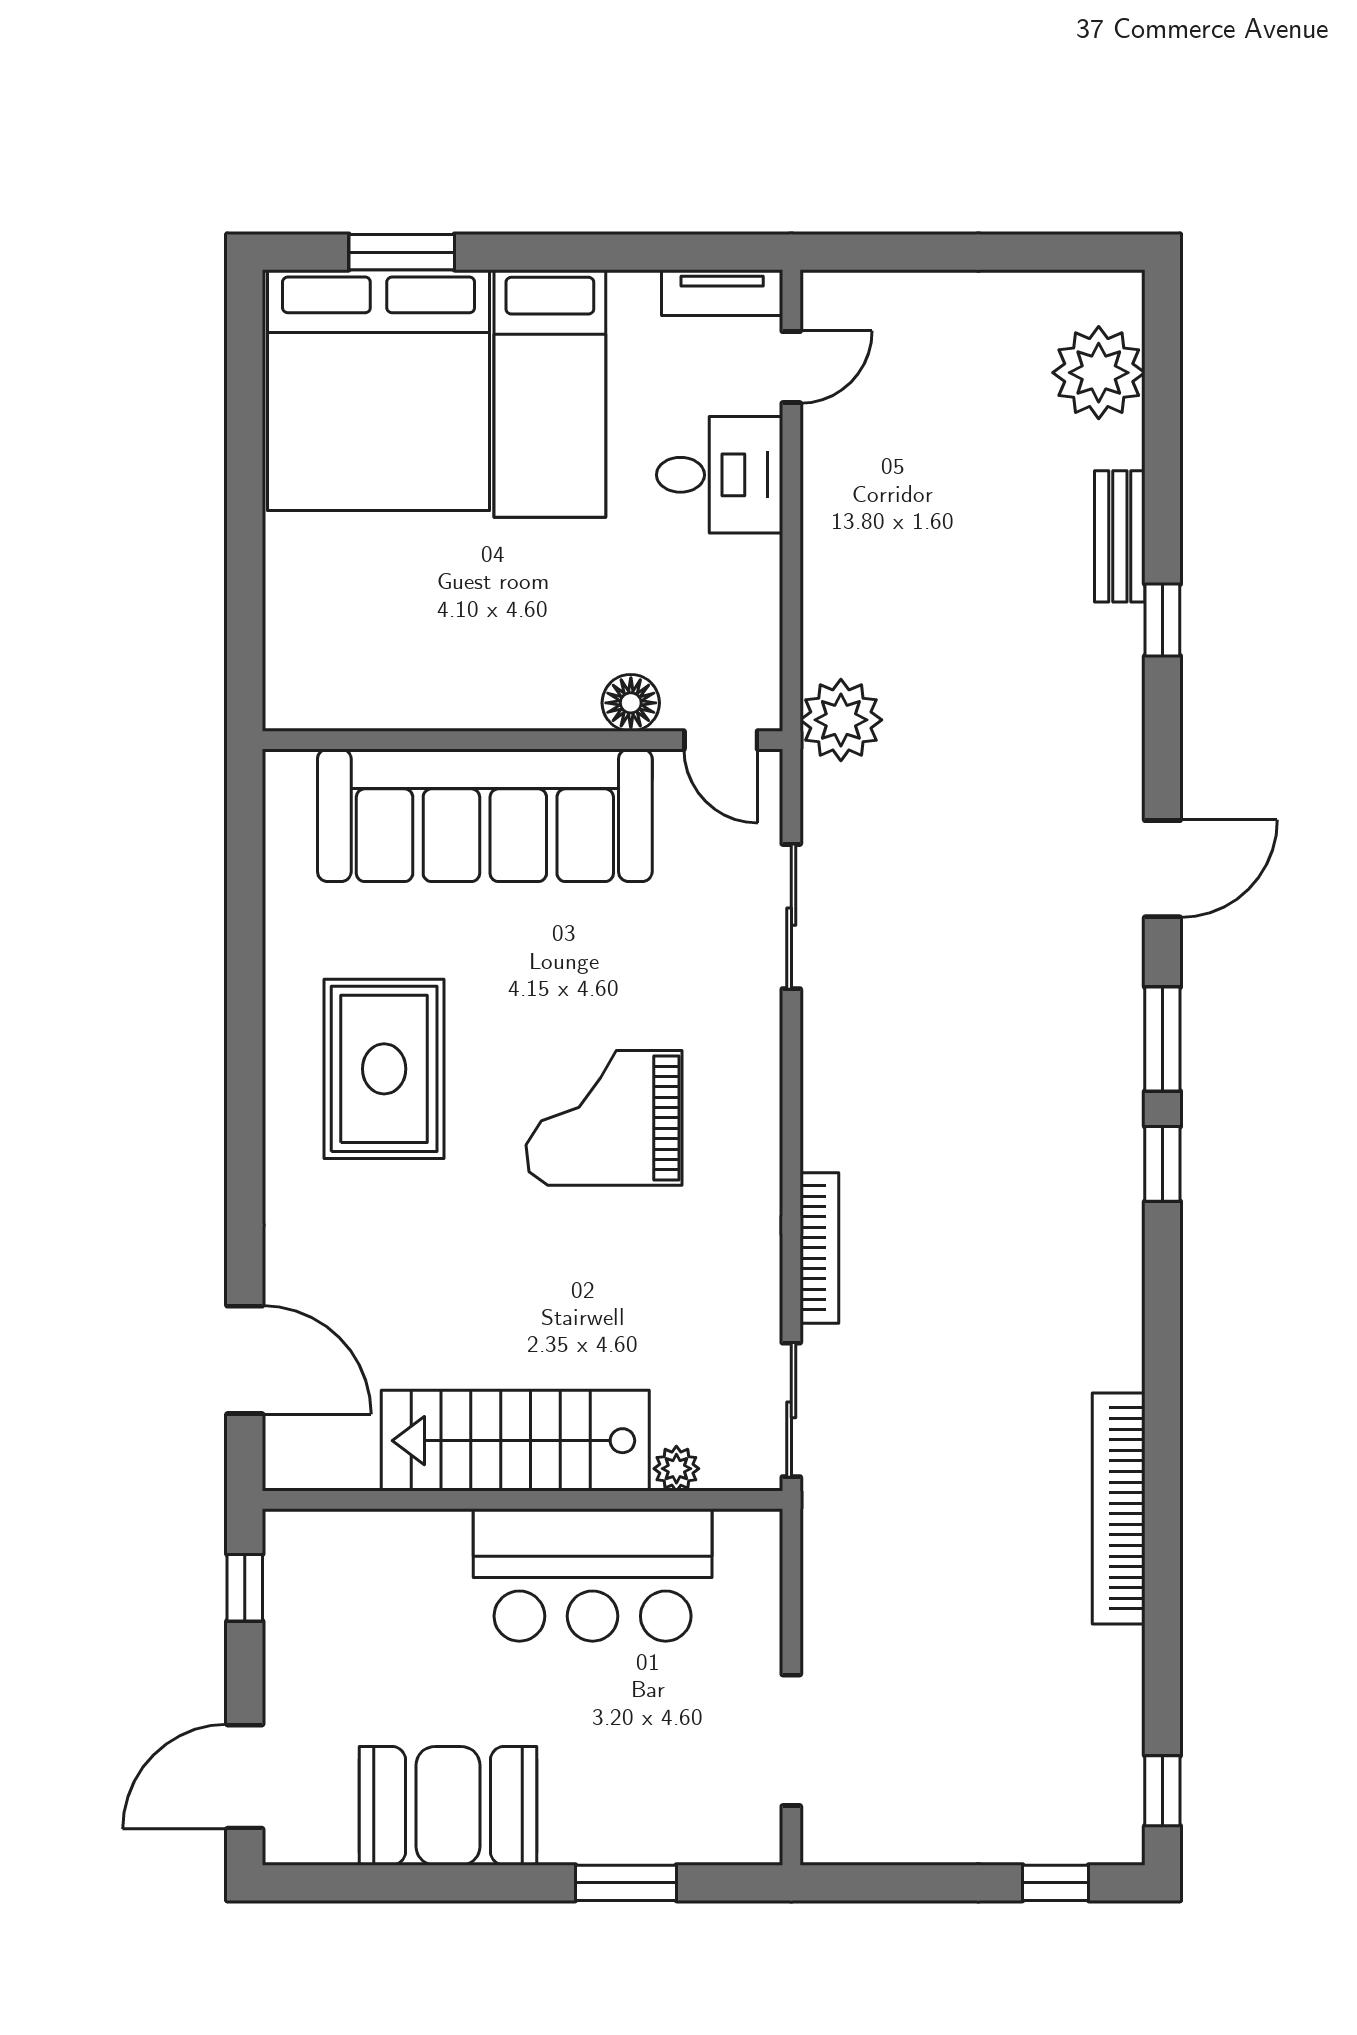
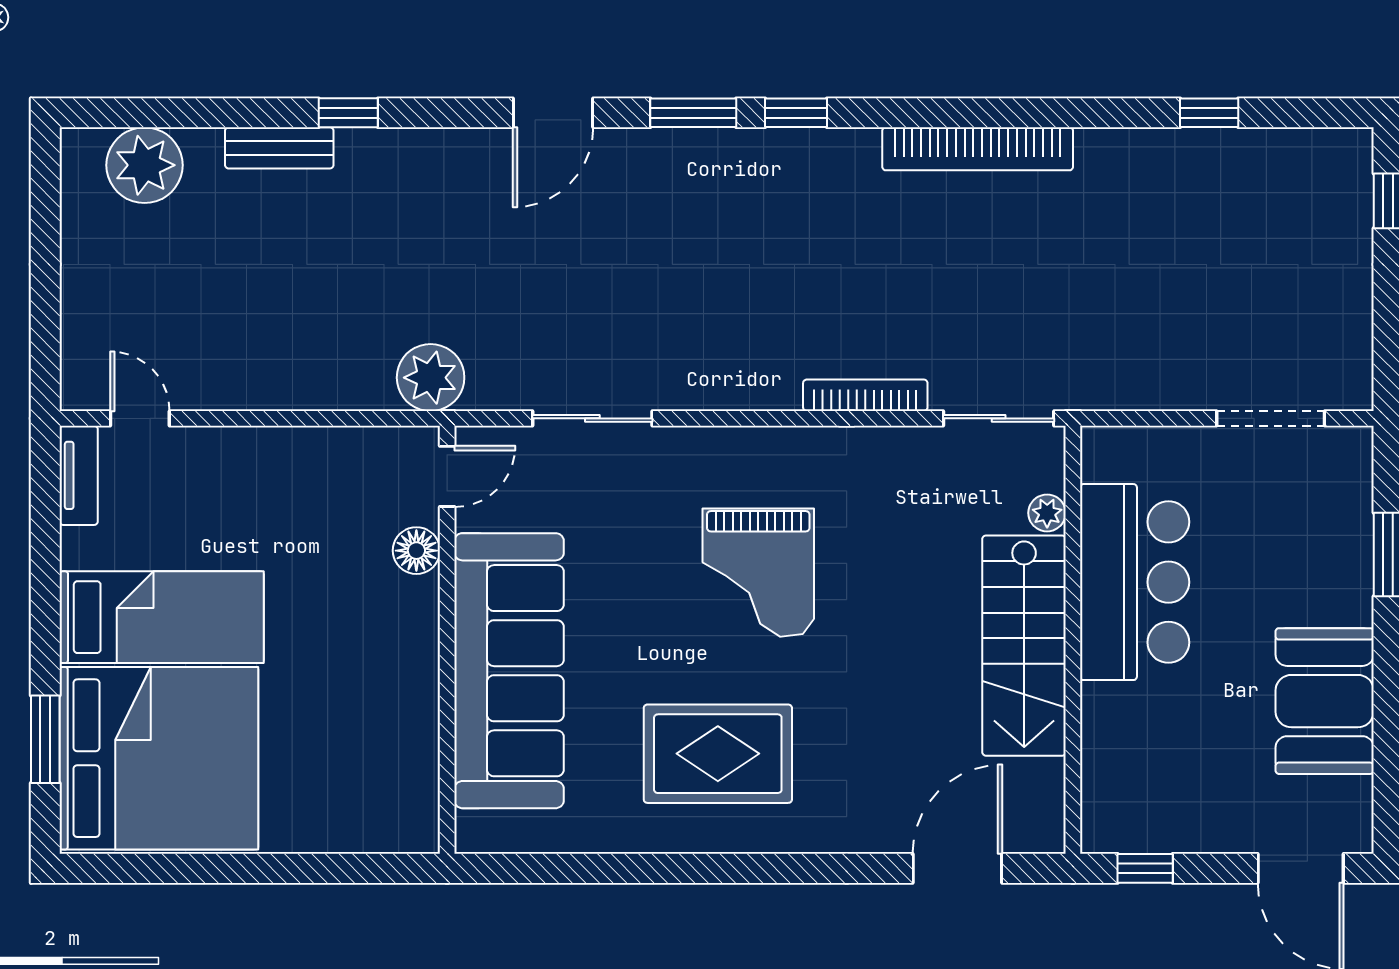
desk: (720, 475) -> (229, 477), removed
door: (1162, 869) -> (553, 113), swing flipped
bookcase: (1119, 1508) -> (978, 149), moved
window: (1162, 1791) -> (1209, 113), moved

